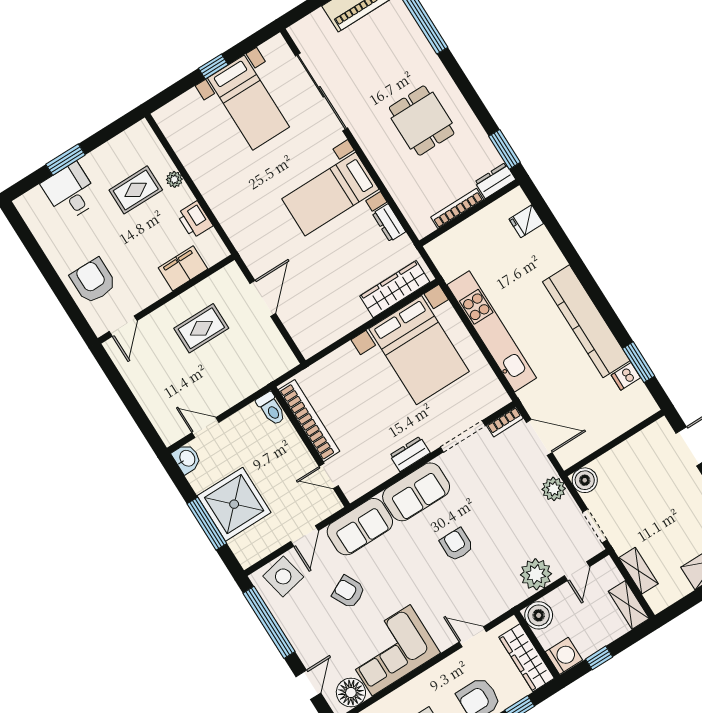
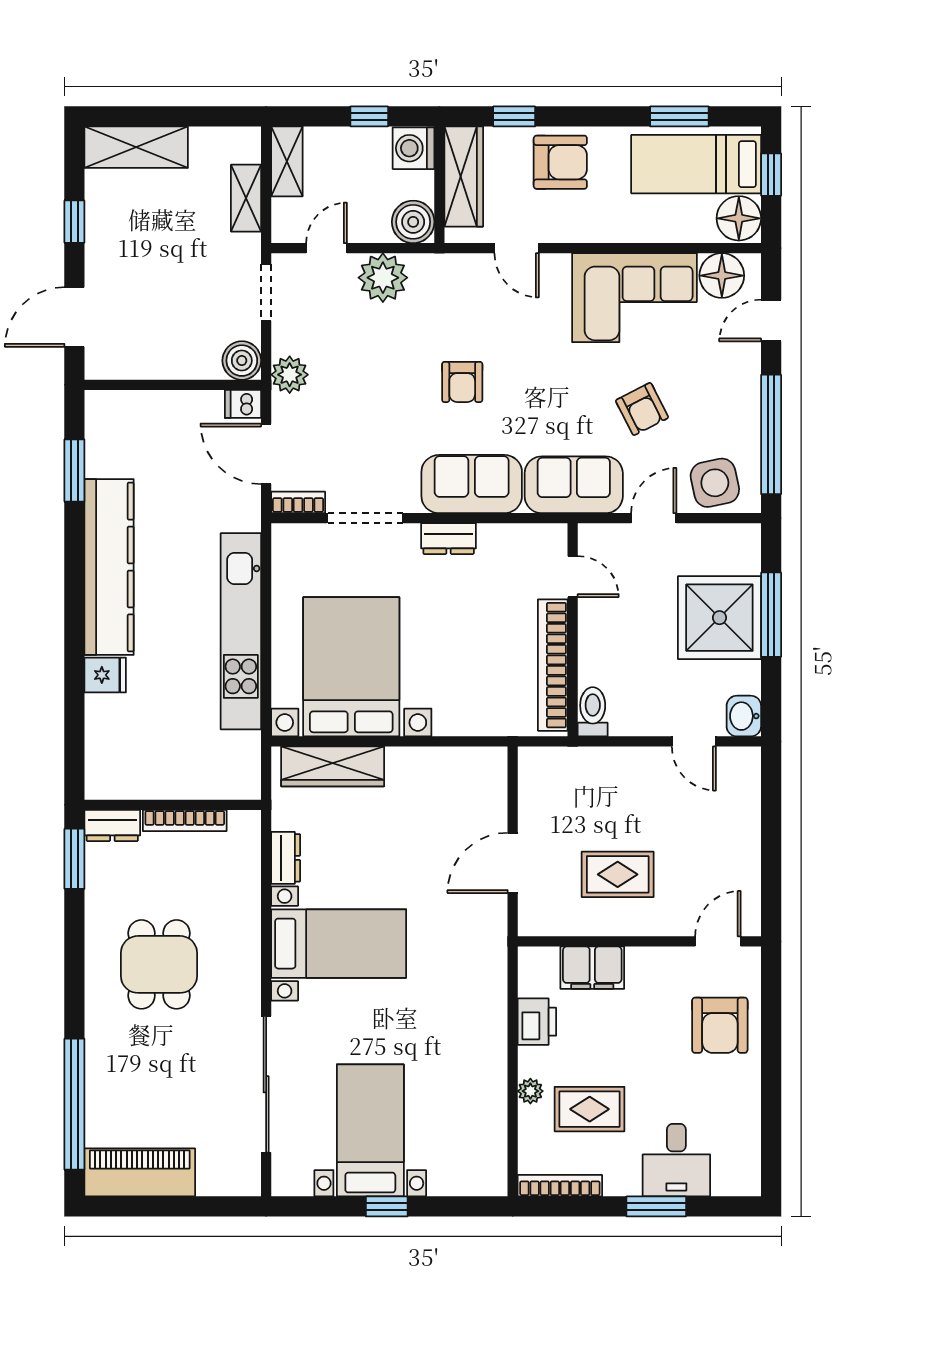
bookcase: (125, 138) -> (560, 1186), added
fridge: (526, 221) -> (105, 675), moved
dishwasher: (626, 376) -> (243, 404), moved, turned 180

